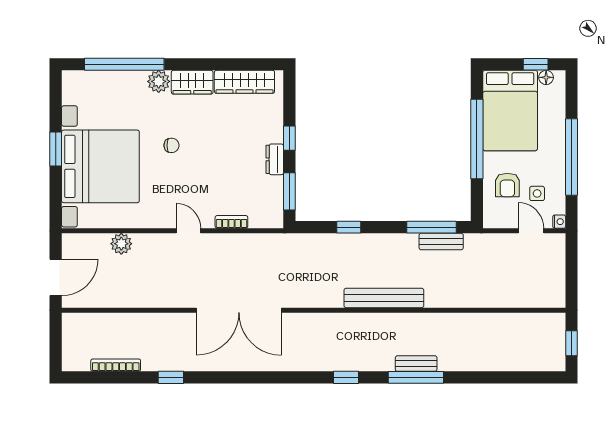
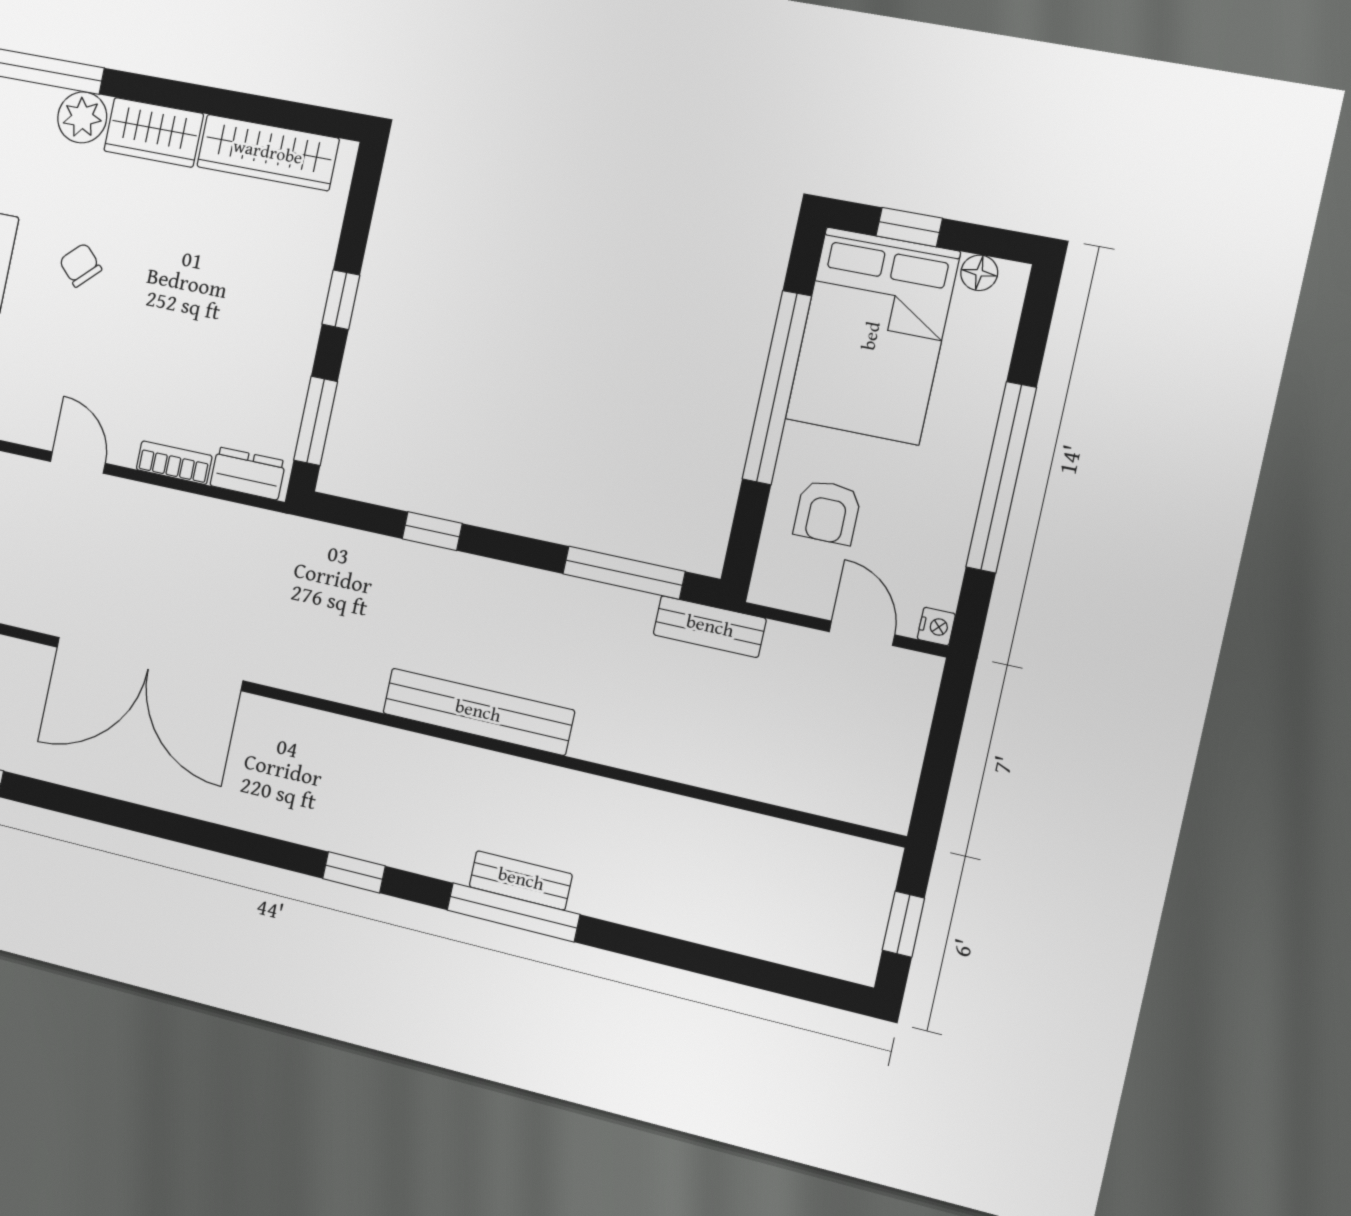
window: (536, 64) -> (909, 227), moved
chair: (171, 145) -> (80, 265), turned -134
dresser: (275, 159) -> (248, 473), moved, turned 90
side table: (537, 193) -> (896, 547), removed
bench: (441, 242) -> (710, 627), moved

